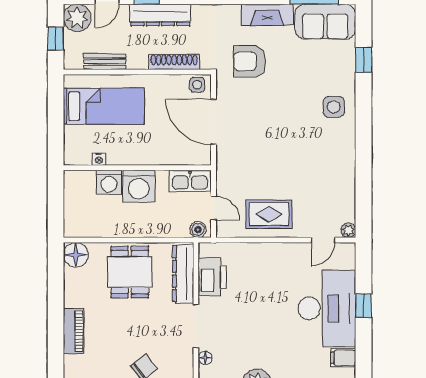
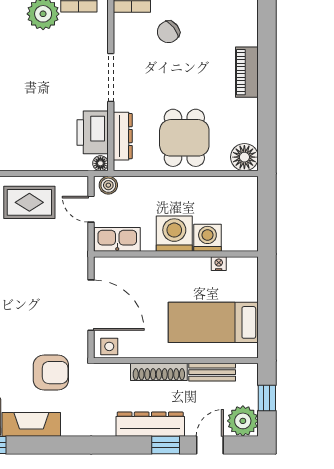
shoe rack: (174, 62) -> (159, 372), moved
dresser: (183, 274) -> (123, 136), width x0.73, depth x0.80
floor lamp: (205, 358) -> (100, 163), moved

